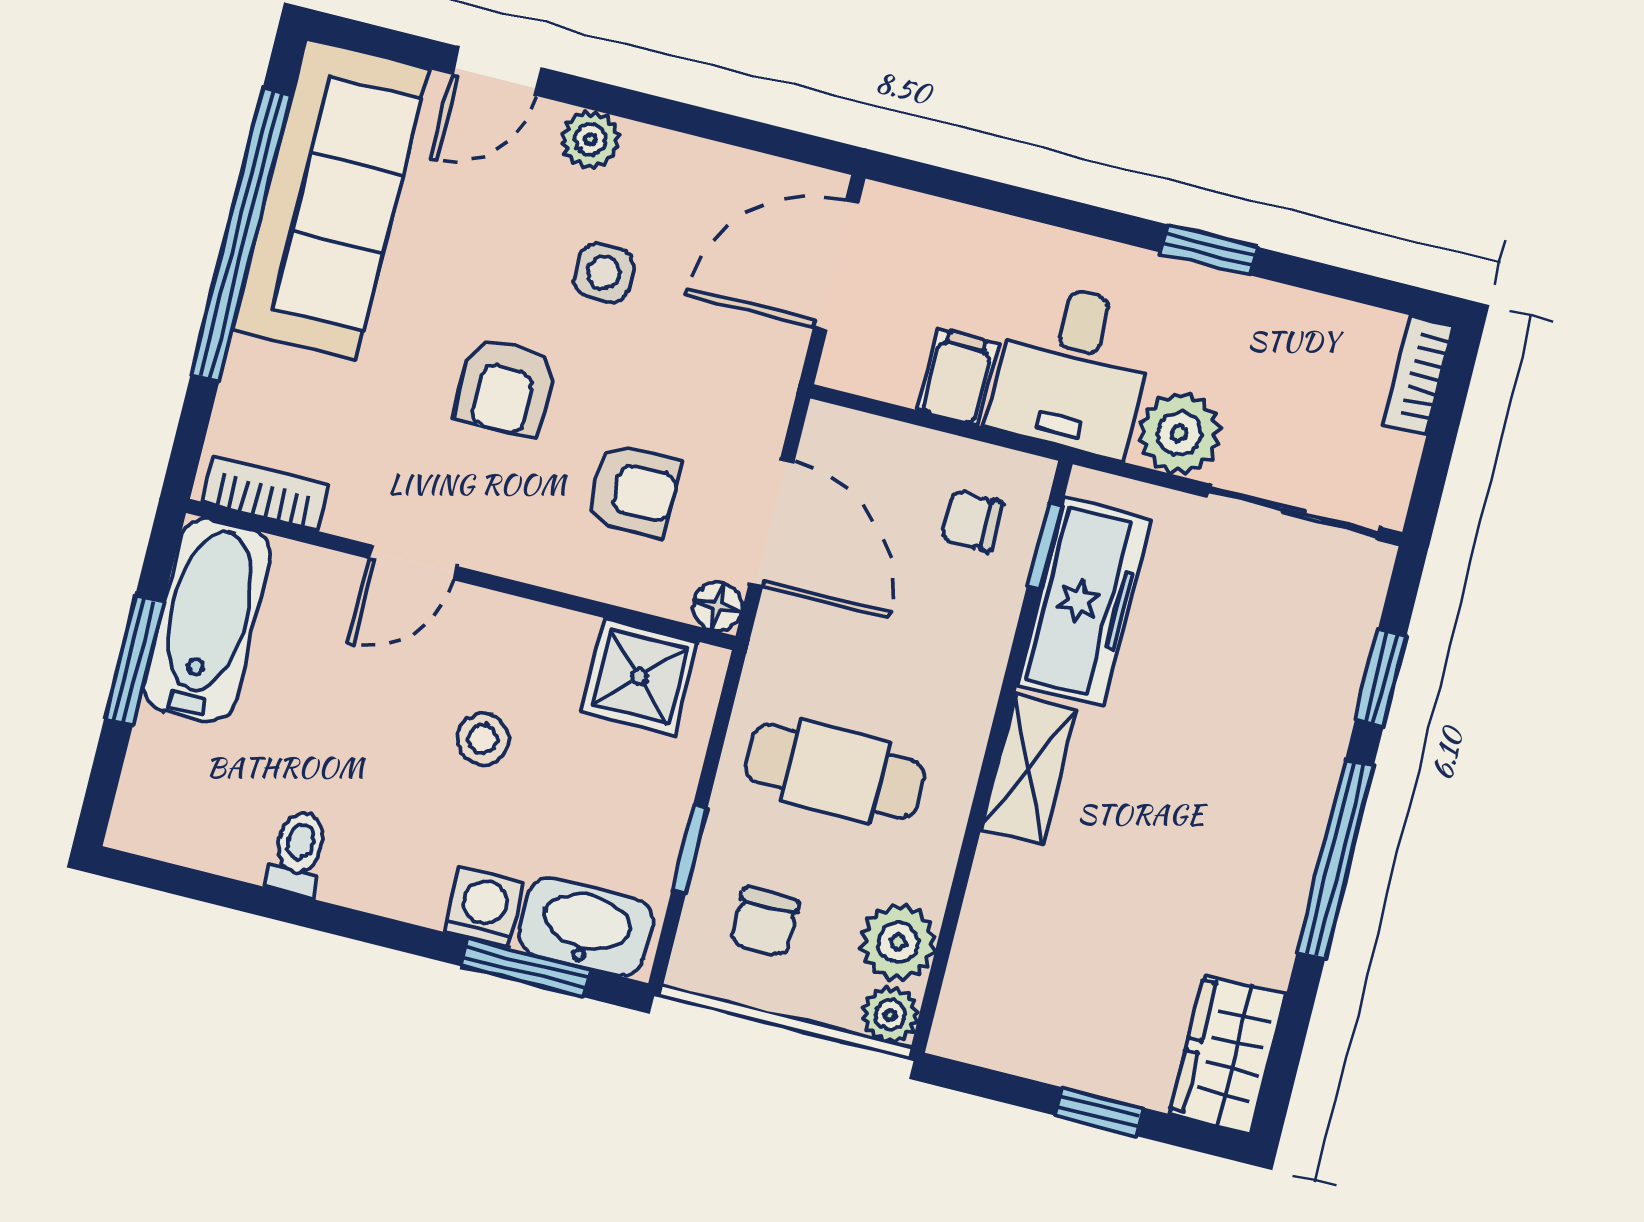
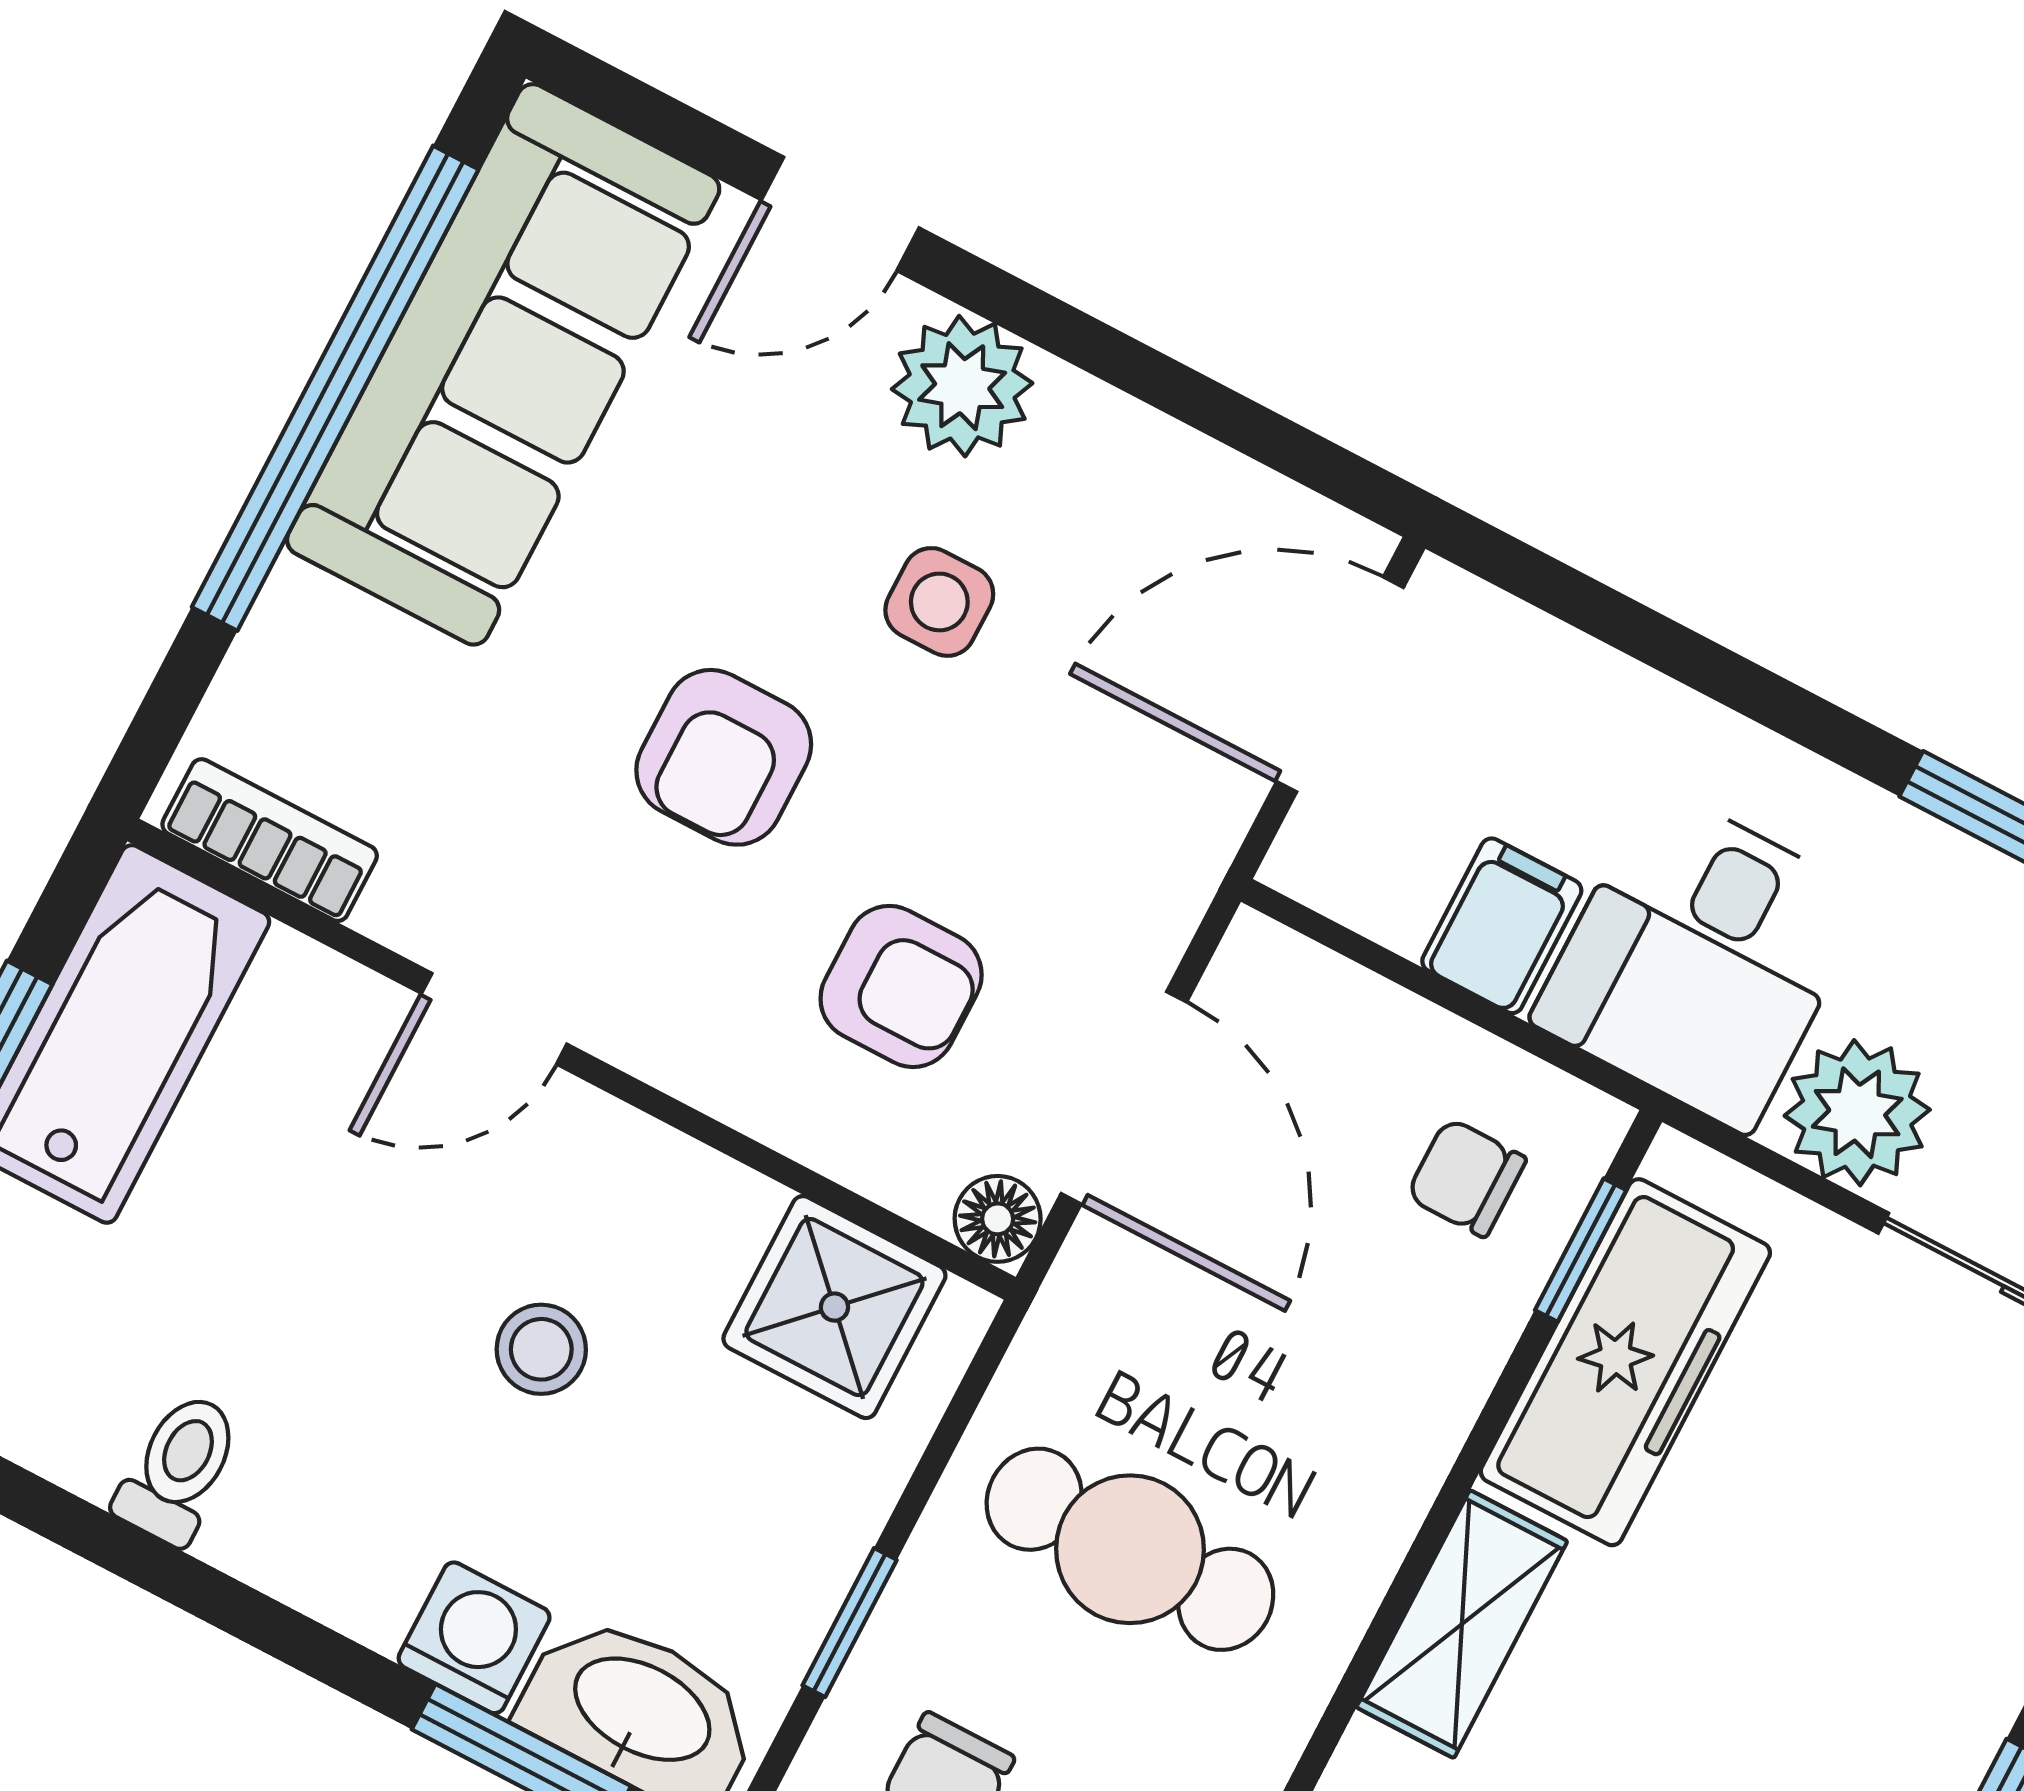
plant: (590, 140) -> (962, 386), width x1.38, depth x1.38

